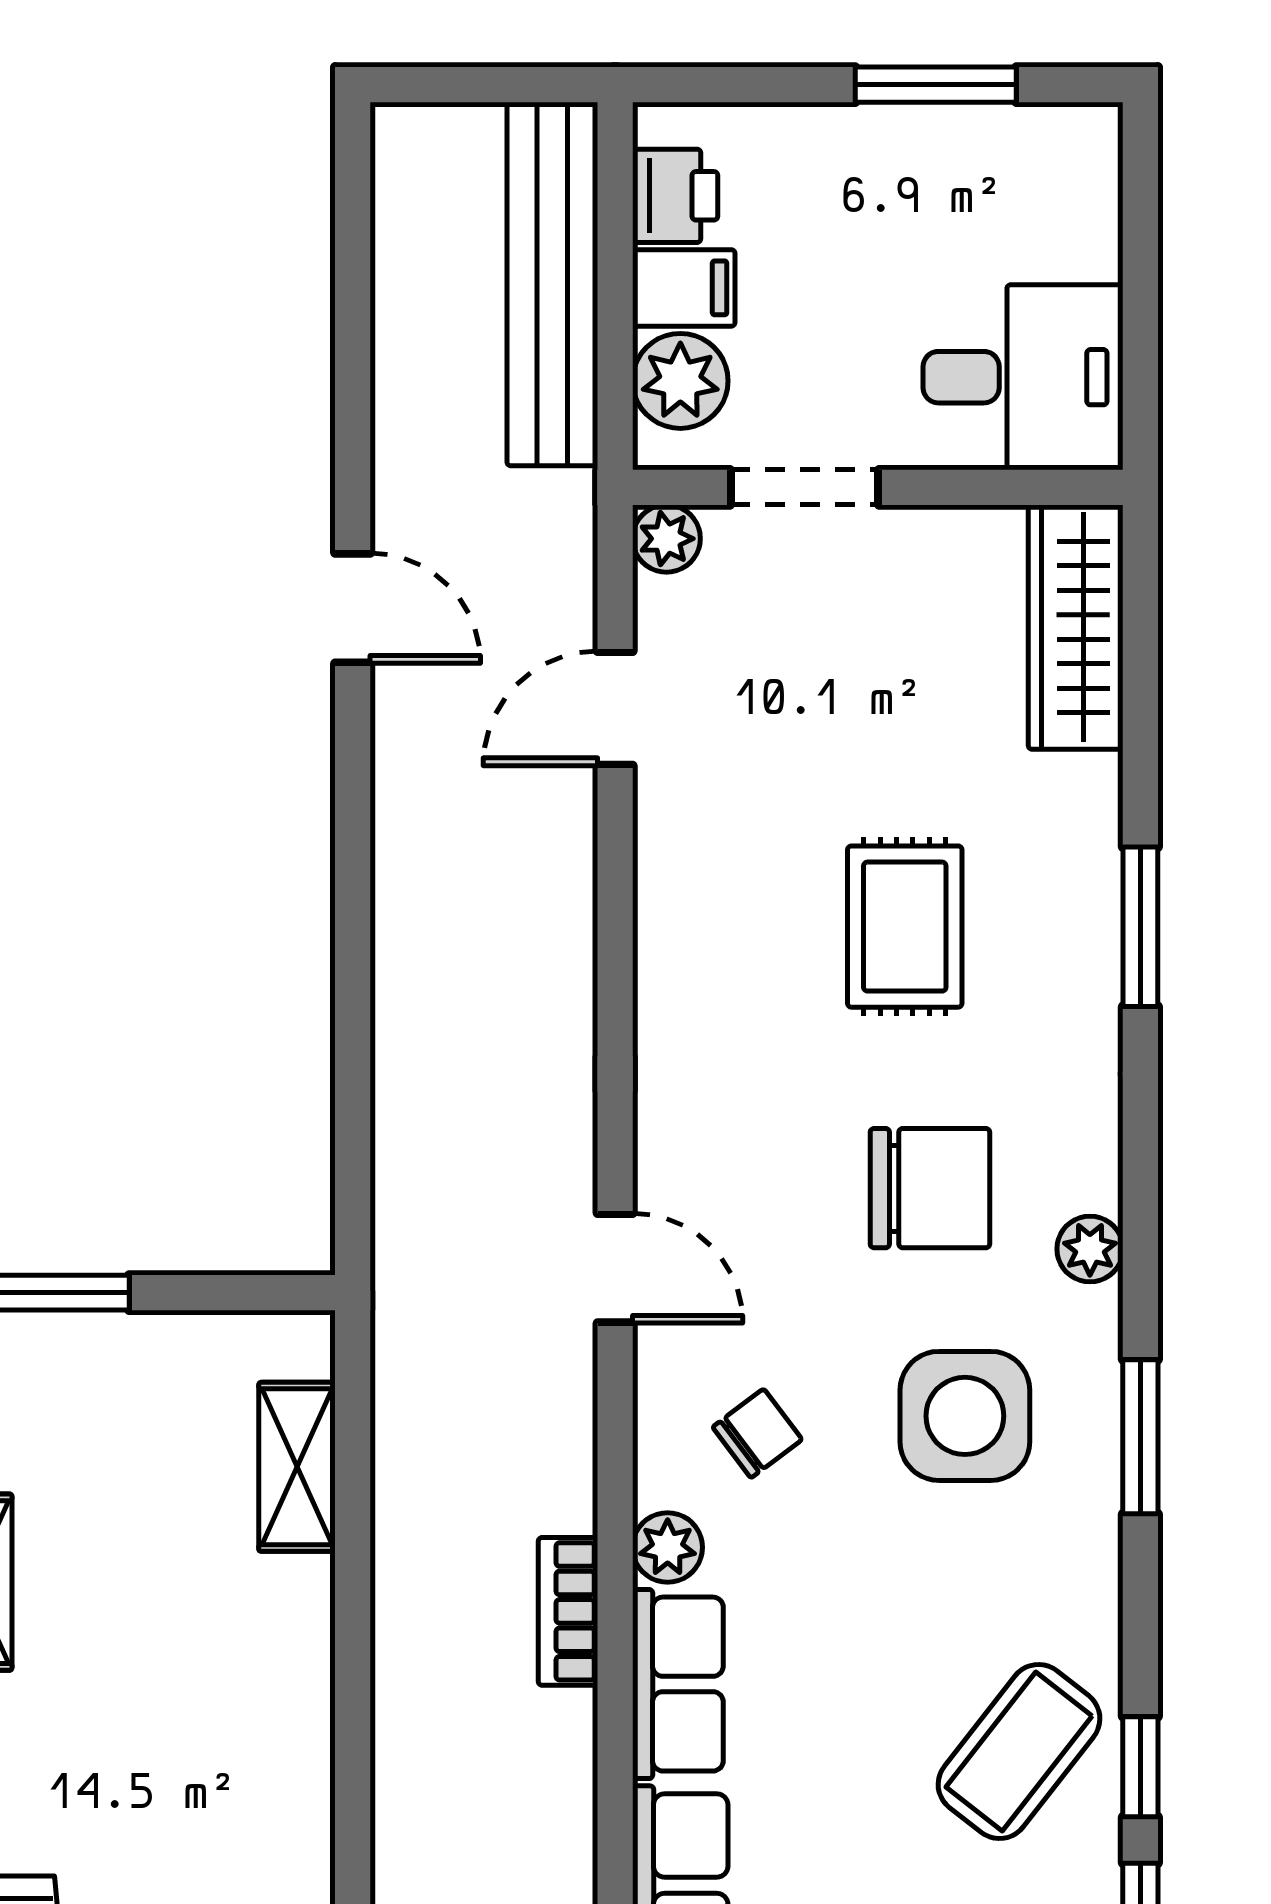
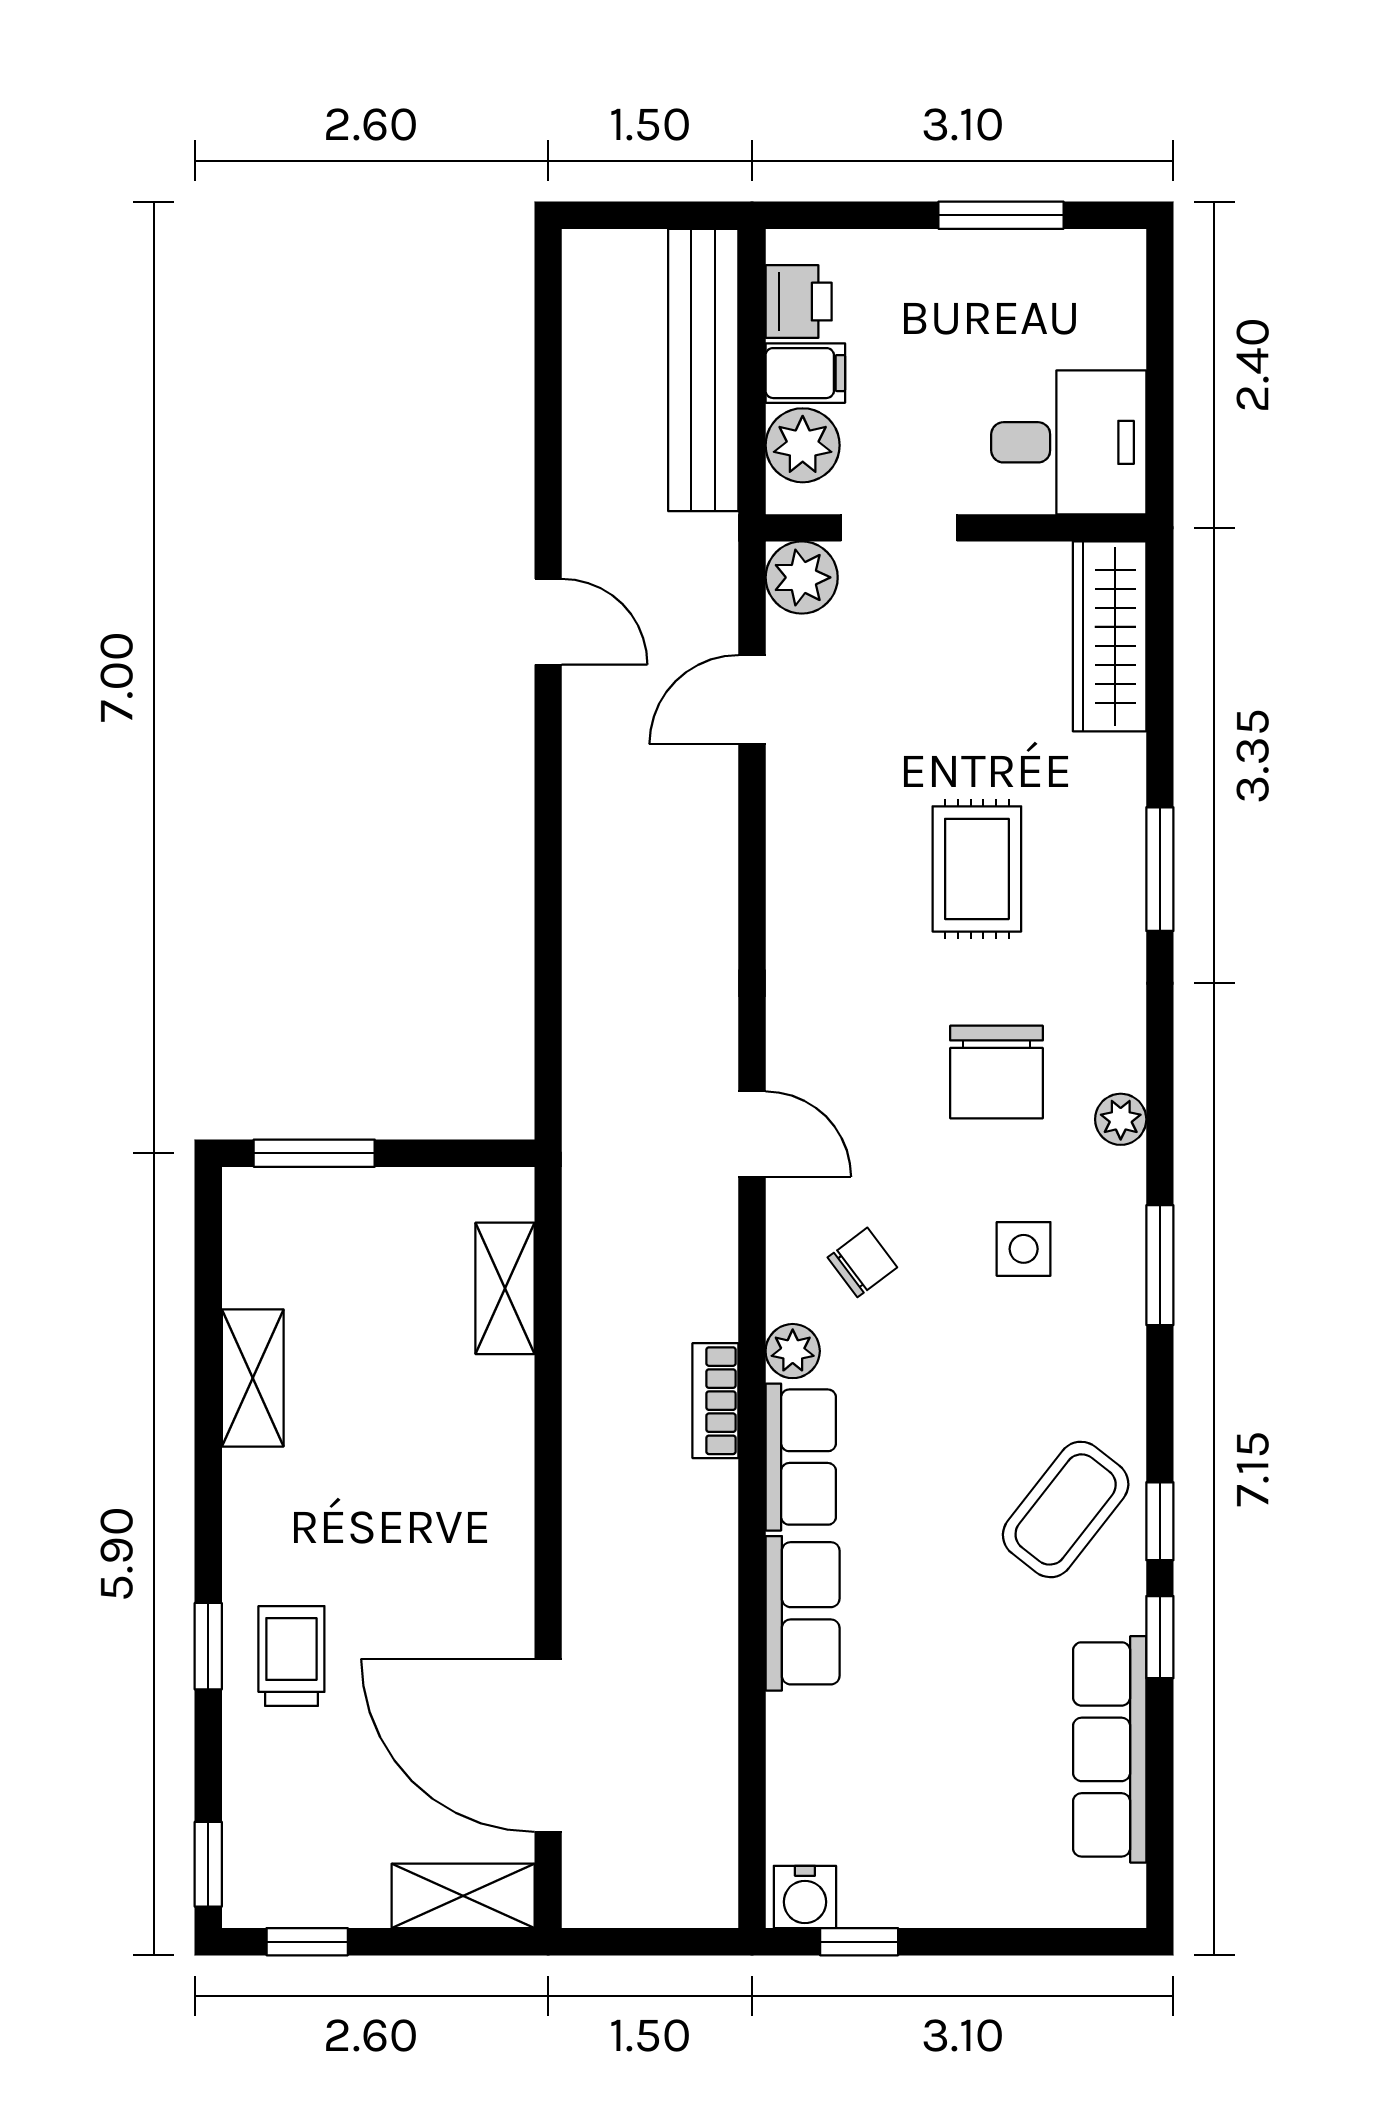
plant: (666, 539) -> (802, 577), width x1.38, depth x1.38
chair: (930, 1188) -> (996, 1072), turned 90
side table: (965, 1416) -> (1024, 1249), width x0.54, depth x0.54

